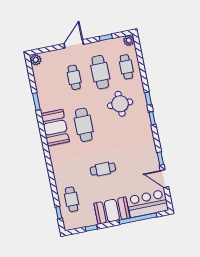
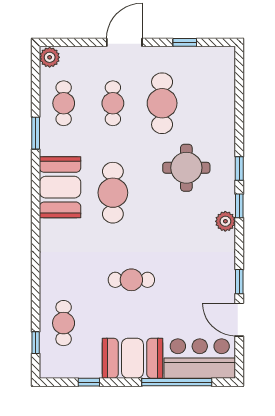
plant: (129, 40) -> (225, 221), moved
cafe table: (126, 67) -> (64, 103), moved

